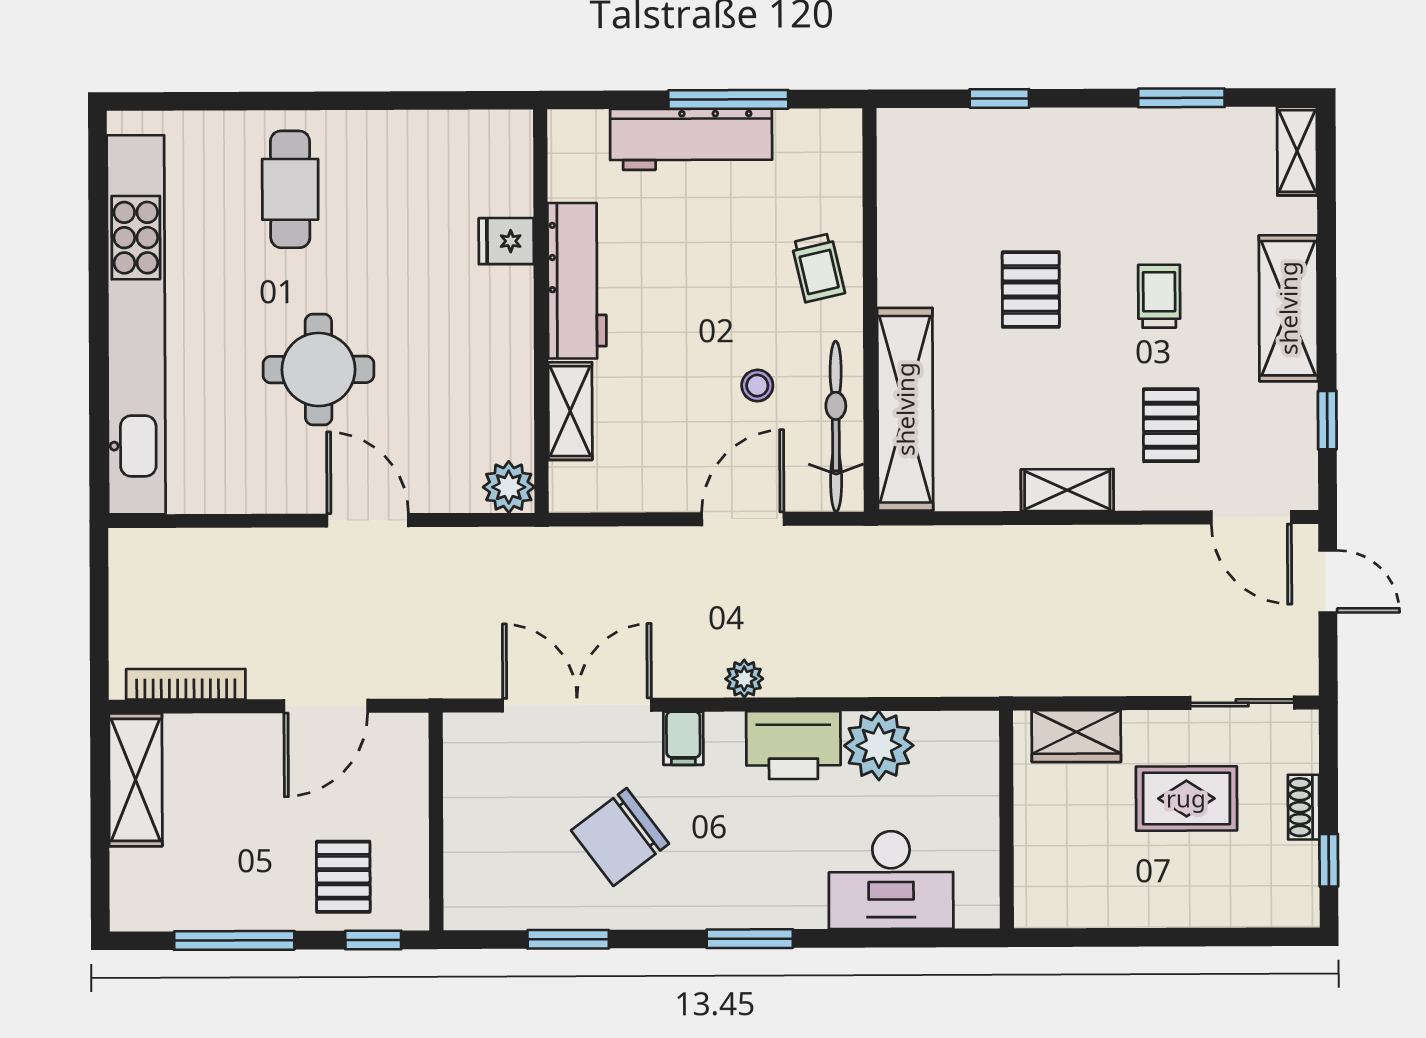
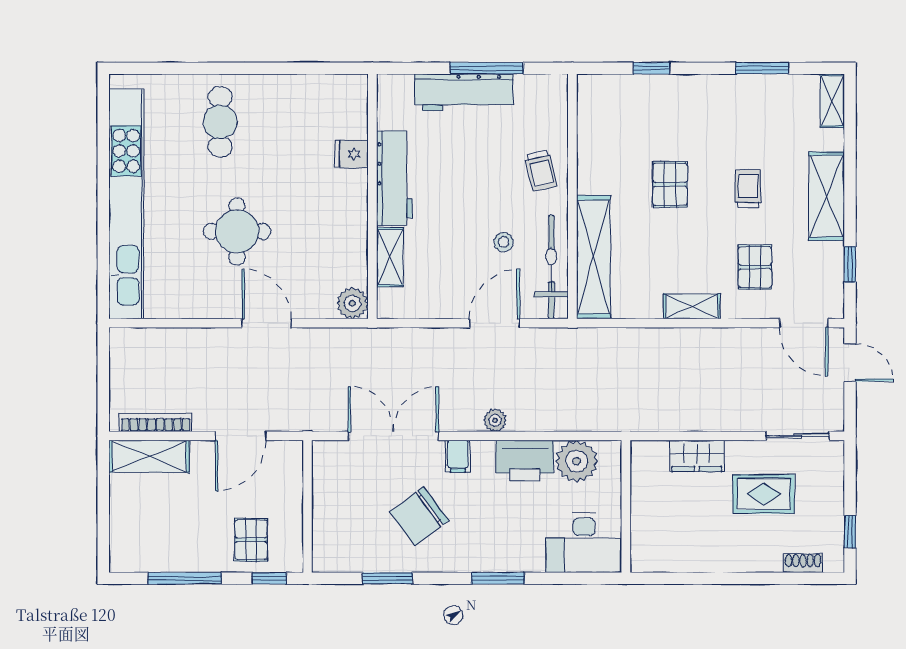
shelving: (136, 780) -> (149, 456), moved, turned 90
shoe rack: (1304, 807) -> (803, 563), moved, turned 90
wall: (1006, 820) -> (626, 506), moved

